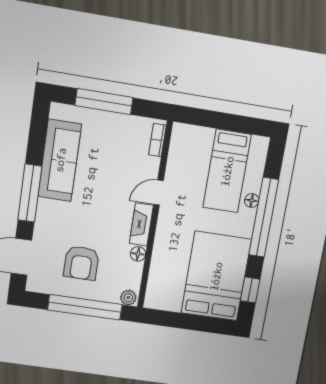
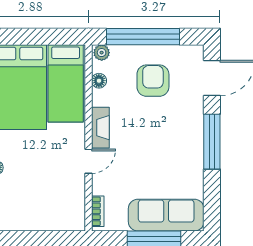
sofa: (60, 160) -> (166, 215), moved, turned 90
bed: (227, 171) -> (66, 83), moved, turned 180
floor lamp: (138, 254) -> (99, 81), moved

